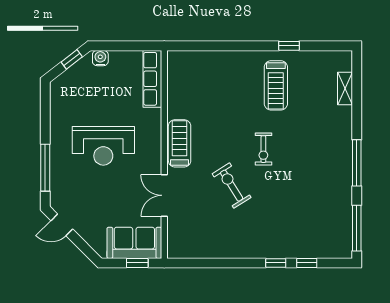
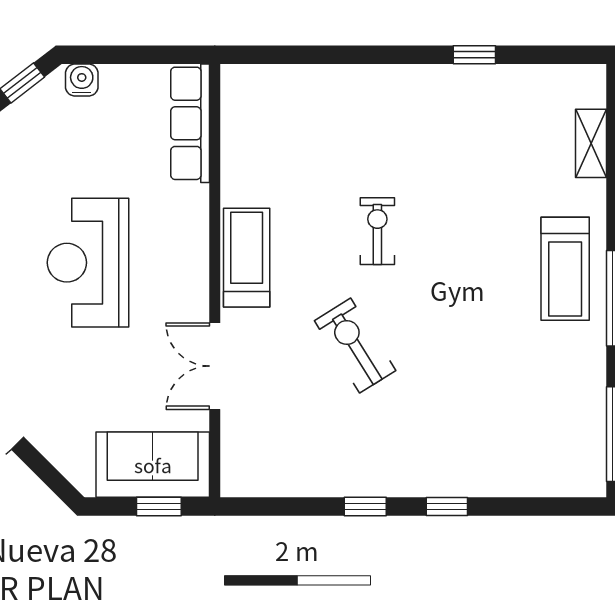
treadmill: (276, 85) -> (565, 269), moved
reception desk: (103, 146) -> (88, 263), turned 90
exercise bike: (263, 149) -> (377, 231), moved, turned 180
window: (307, 263) -> (365, 507), moved

